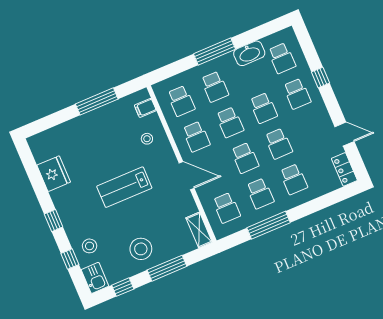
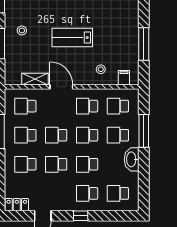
window: (215, 51) -> (144, 131), moved
washbasin: (249, 53) -> (132, 159), moved
window: (321, 78) -> (81, 216), moved
door: (187, 176) -> (61, 87), swing flipped
lab bench: (124, 187) -> (72, 38), turned -90
shelving: (199, 230) -> (35, 79), moved
stool: (141, 249) -> (22, 30), width x0.53, depth x0.53

